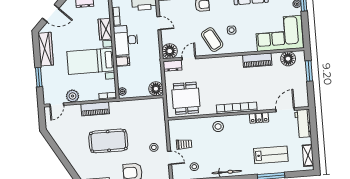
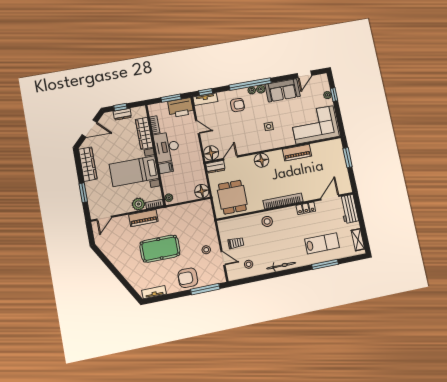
wardrobe: (105, 29) -> (144, 133), width x1.50
coffee table: (212, 40) -> (251, 137), removed
floor lamp: (288, 59) -> (262, 160), moved
plant: (73, 96) -> (138, 204), moved

